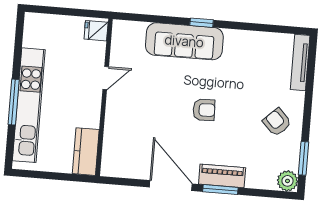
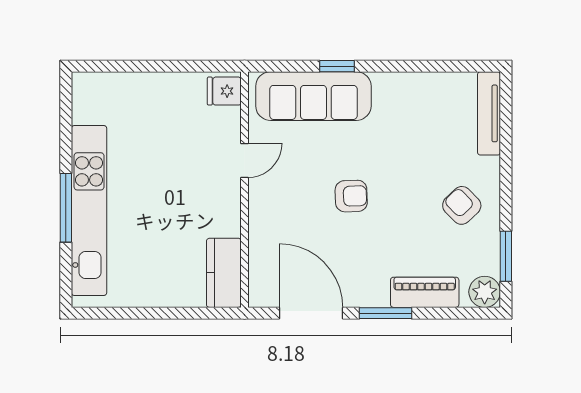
fridge: (96, 31) -> (224, 91), moved
door: (106, 78) -> (245, 160), moved
wall: (104, 97) -> (245, 190), moved
kitchen counter: (86, 152) -> (224, 273), moved
piano: (222, 176) -> (425, 292), moved

